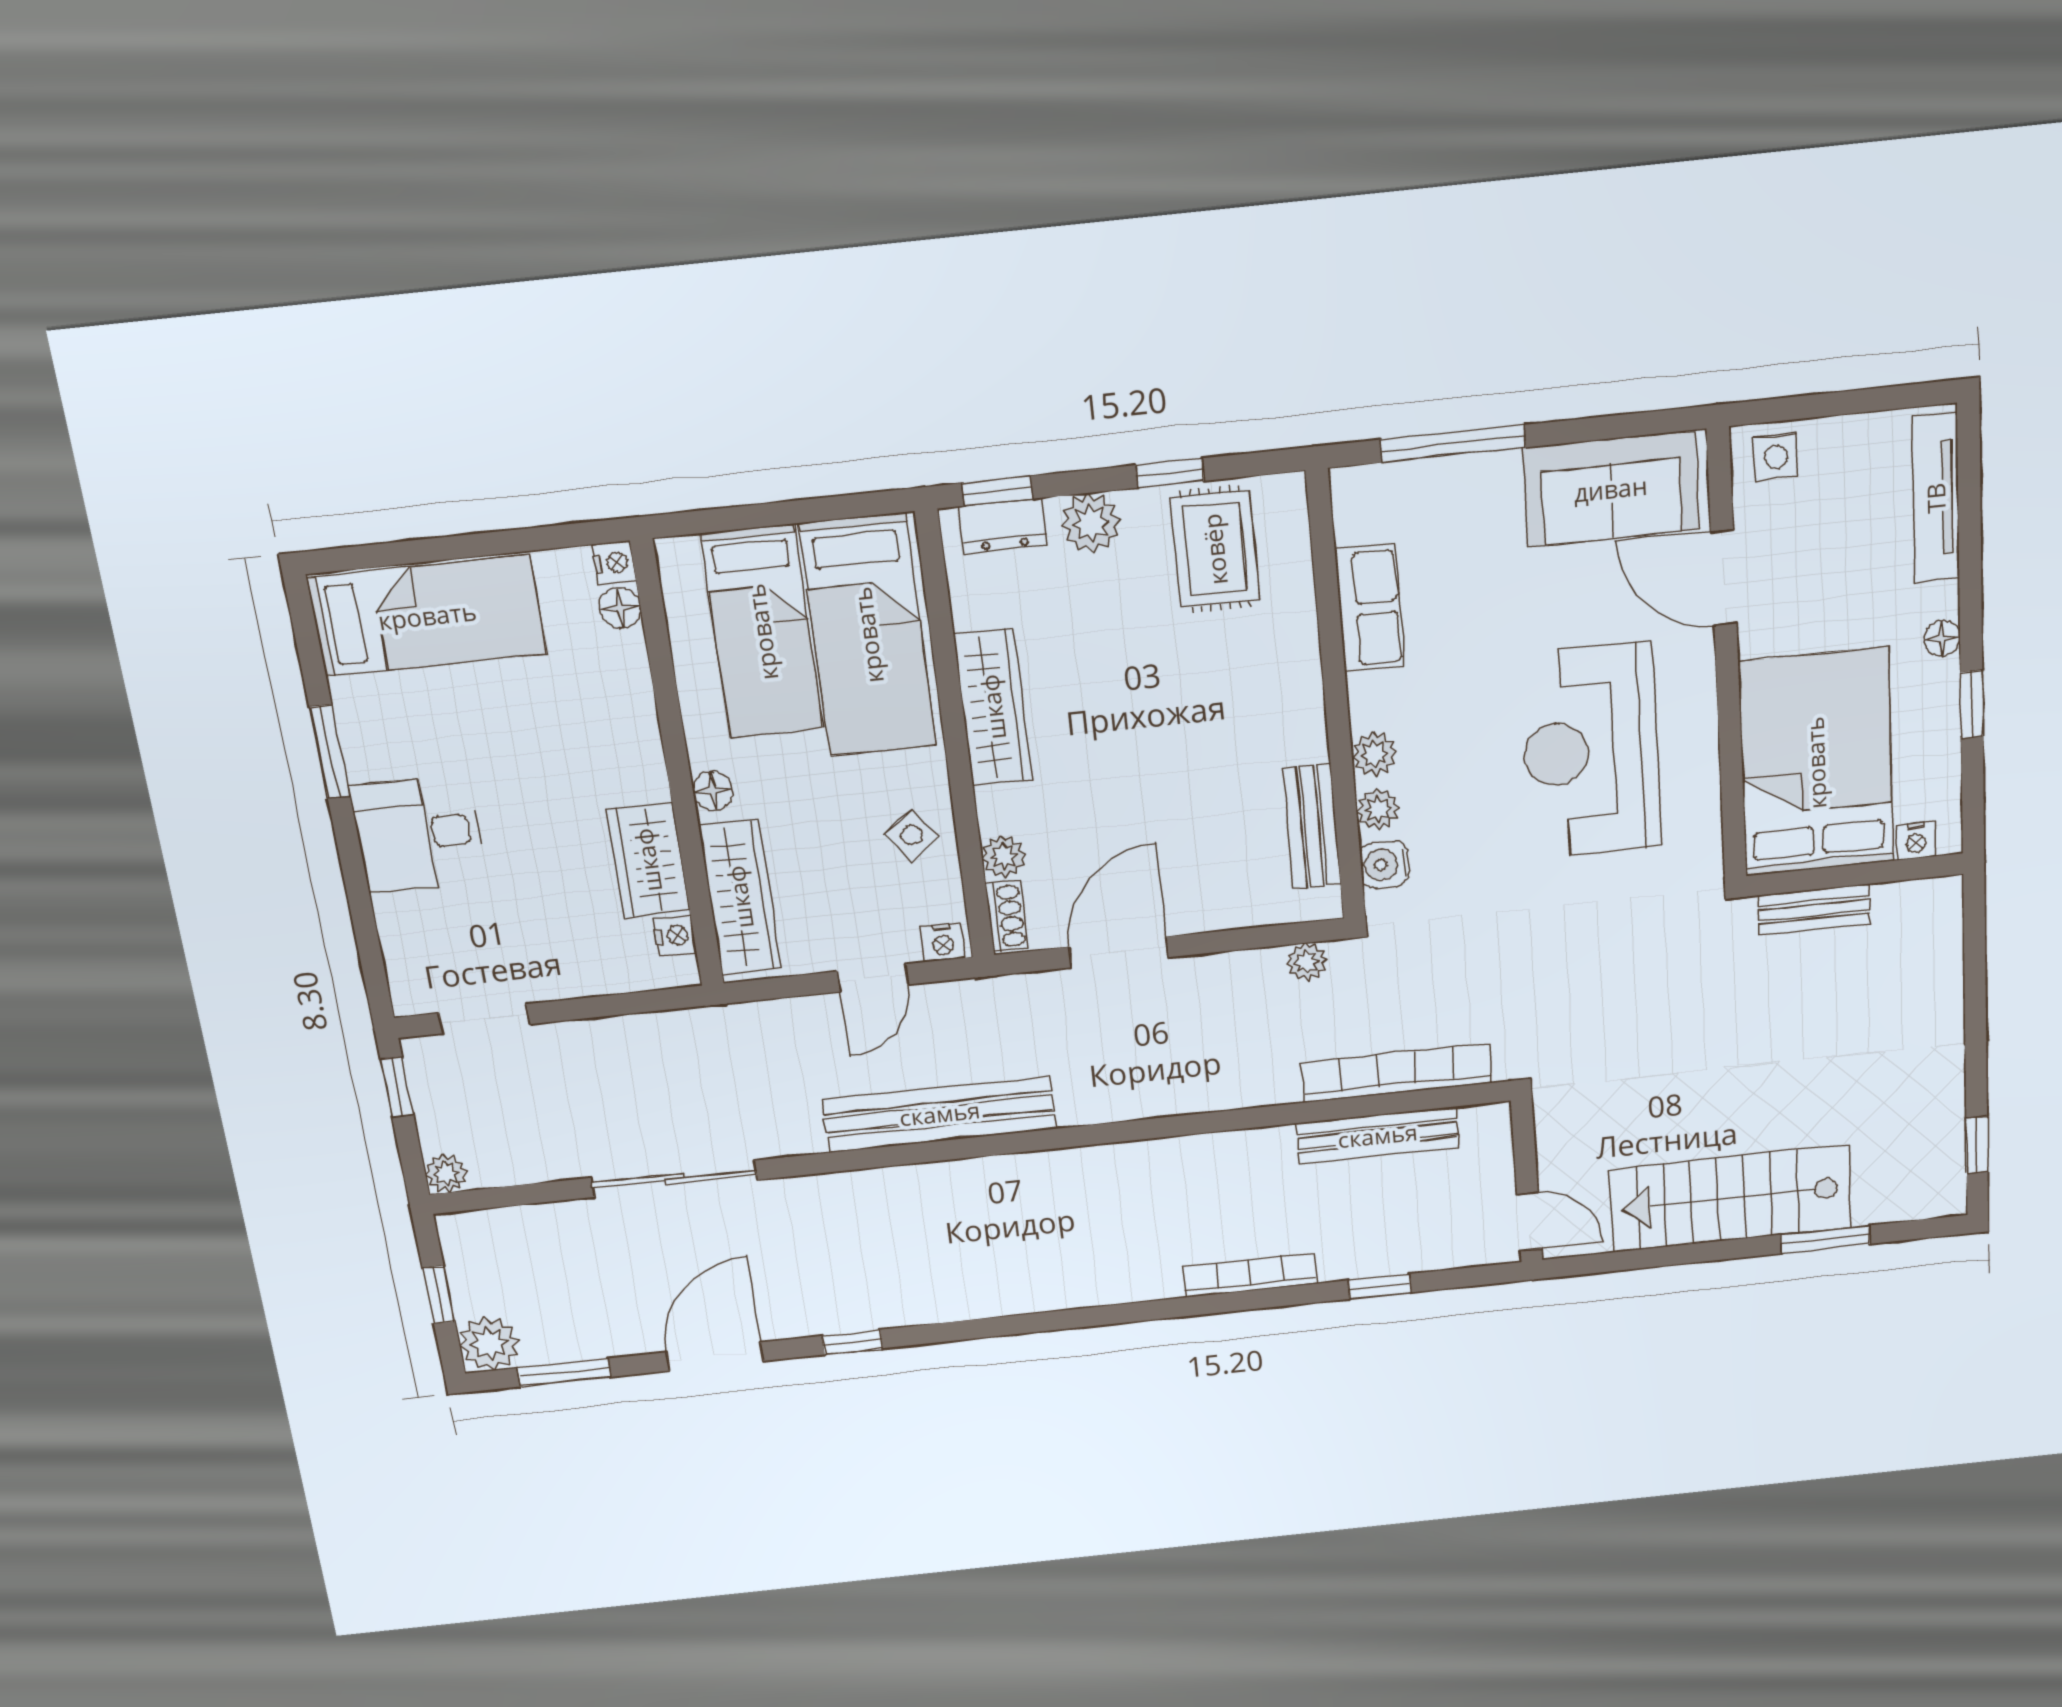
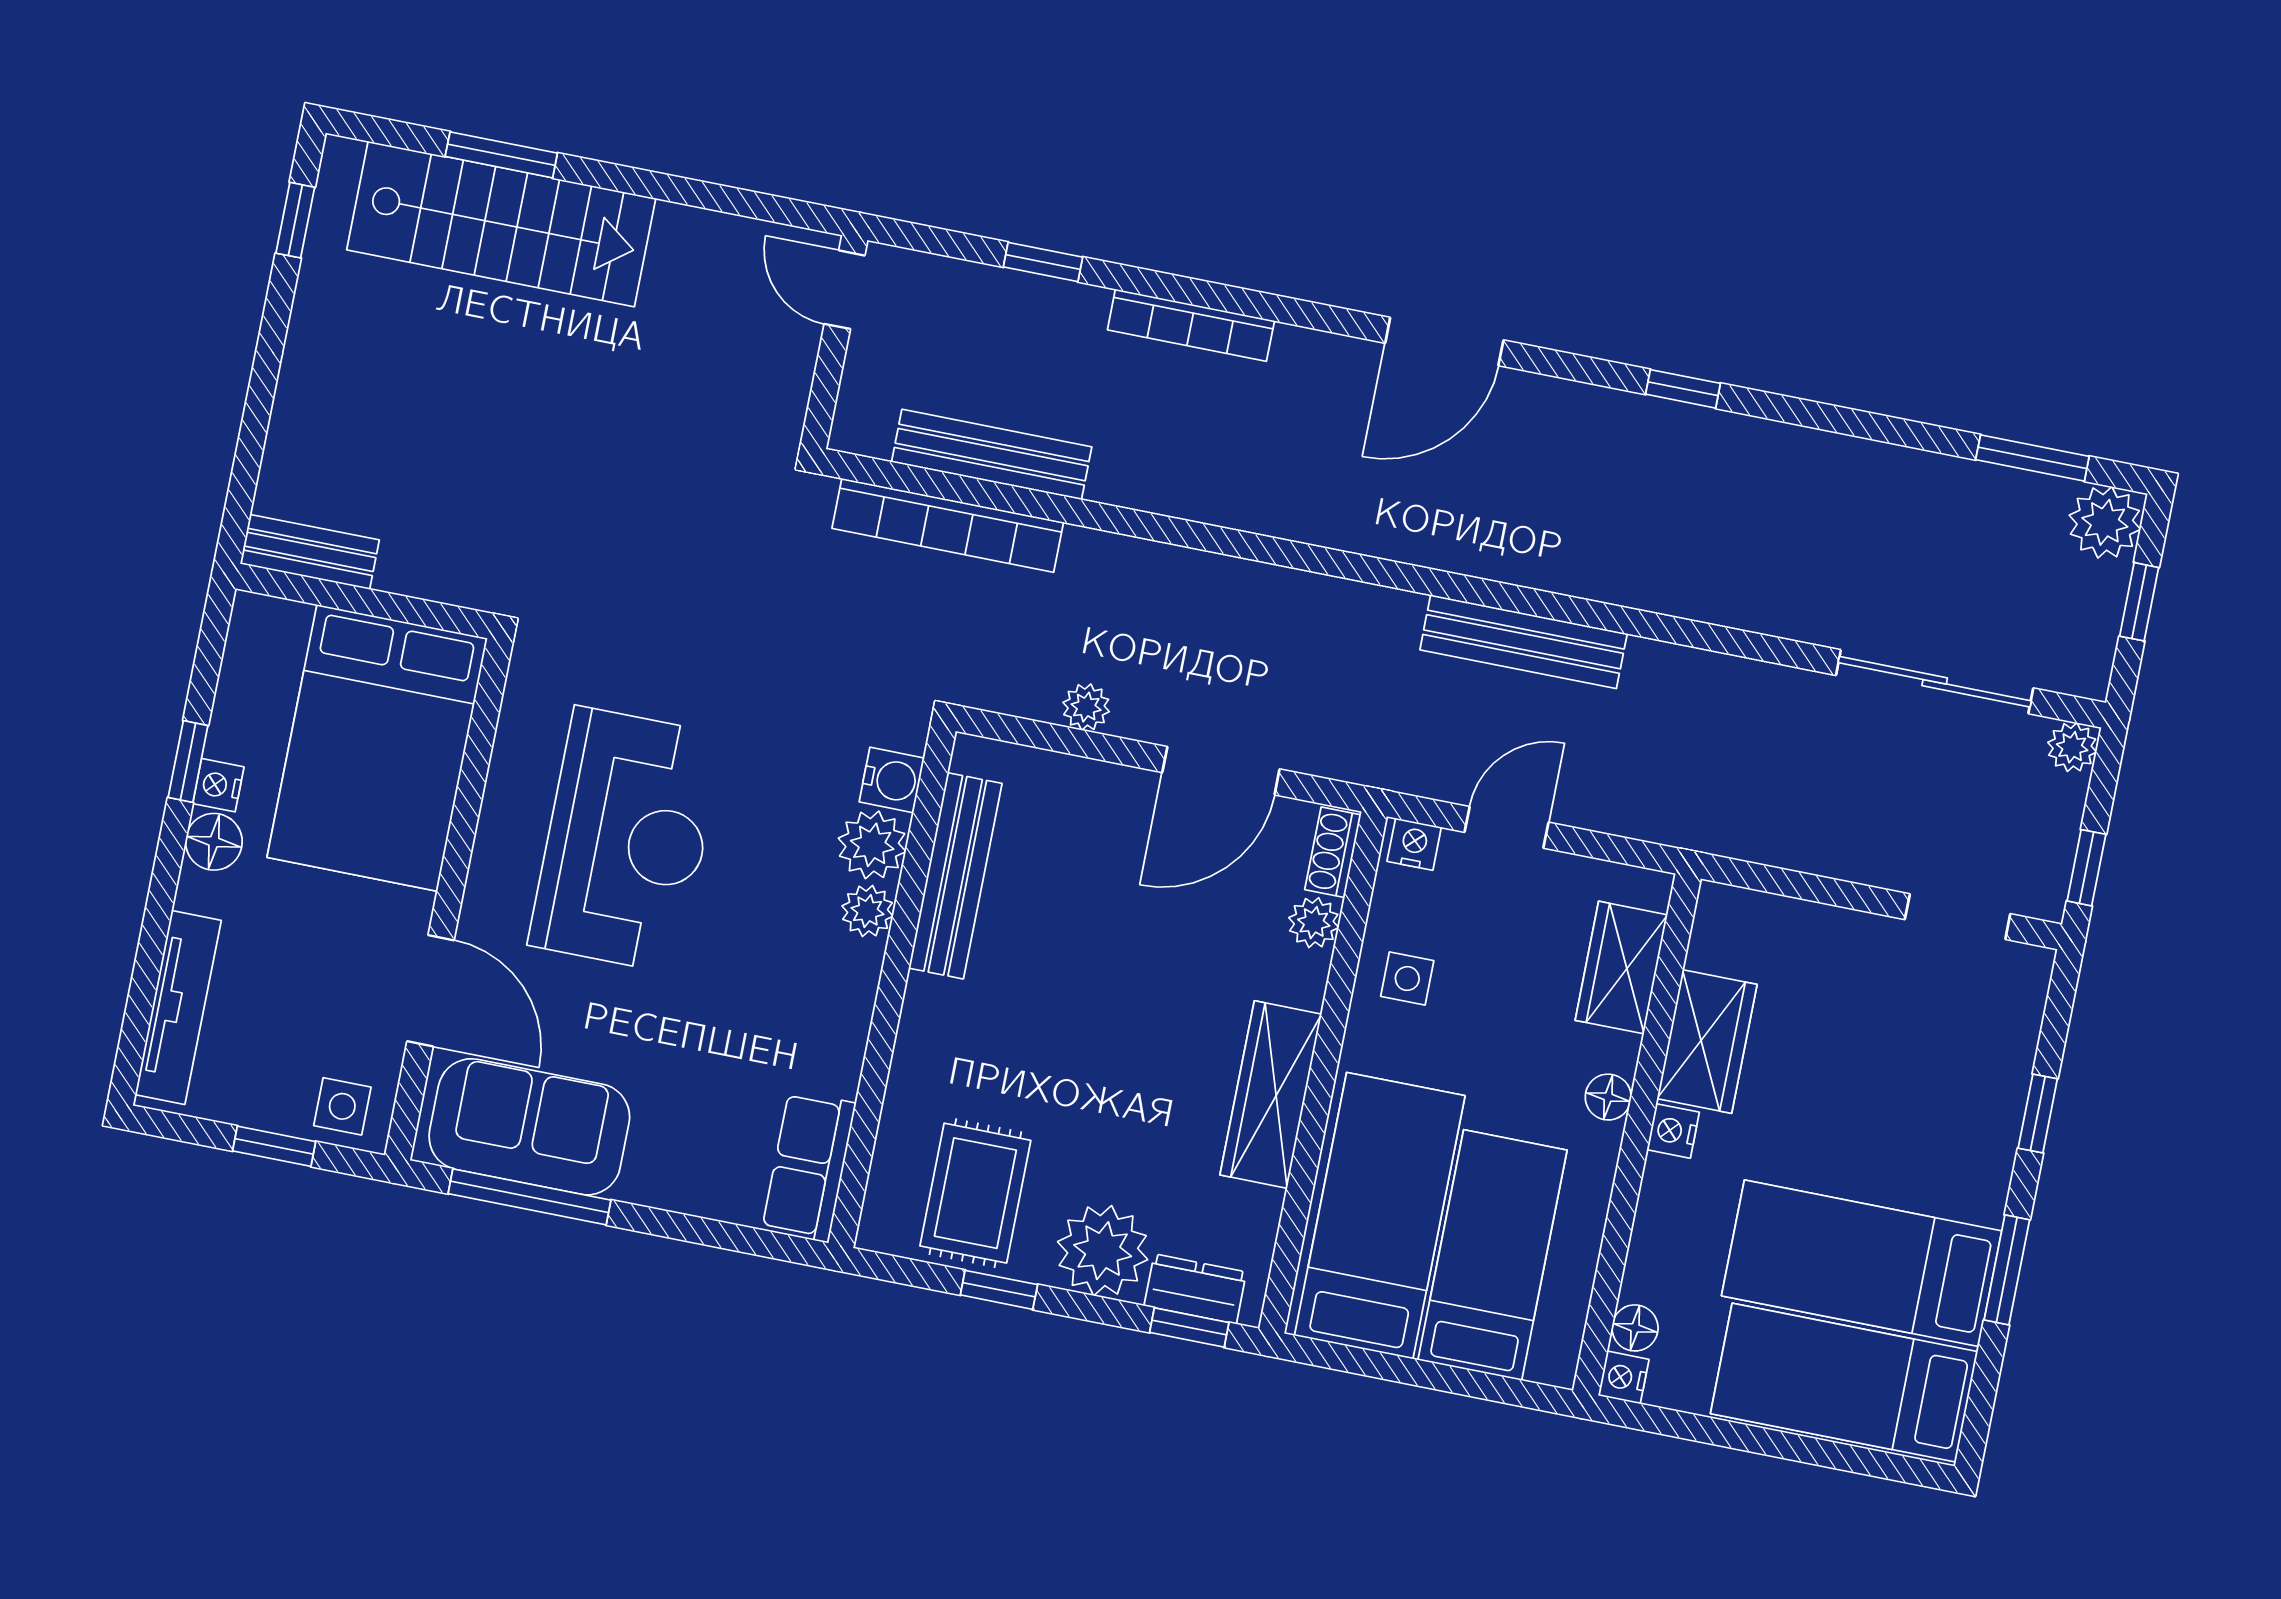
window: (1827, 405) -> (274, 1146), added
window: (1453, 444) -> (530, 1197), moved
plant: (1091, 523) -> (1103, 1251), width x1.36, depth x1.36
row of seats: (1370, 608) -> (809, 1167), moved
floor lamp: (1942, 638) -> (214, 842), width x1.37, depth x1.37
bed: (452, 720) -> (1862, 1263), added
plant: (1378, 809) -> (872, 845), width x1.38, depth x1.38
bench: (1312, 826) -> (955, 876), width x1.36
desk: (418, 834) -> (1947, 1150), removed
side table: (912, 835) -> (1407, 979), turned 36
nightstand: (1916, 841) -> (218, 785), moved, turned -90
window: (356, 885) -> (2038, 1114), added
wardrobe: (740, 897) -> (1621, 968), width x0.67
bench: (1814, 910) -> (310, 552), moved
nightstand: (675, 936) -> (1673, 1131), moved
plant: (1307, 962) -> (1086, 707), moved
bench: (940, 1114) -> (1524, 642), width x0.73, depth x0.82
sliding door: (674, 1179) -> (1935, 682), moved
stairs: (1731, 1198) -> (501, 224), moved
door: (715, 1357) -> (1444, 342), moved

